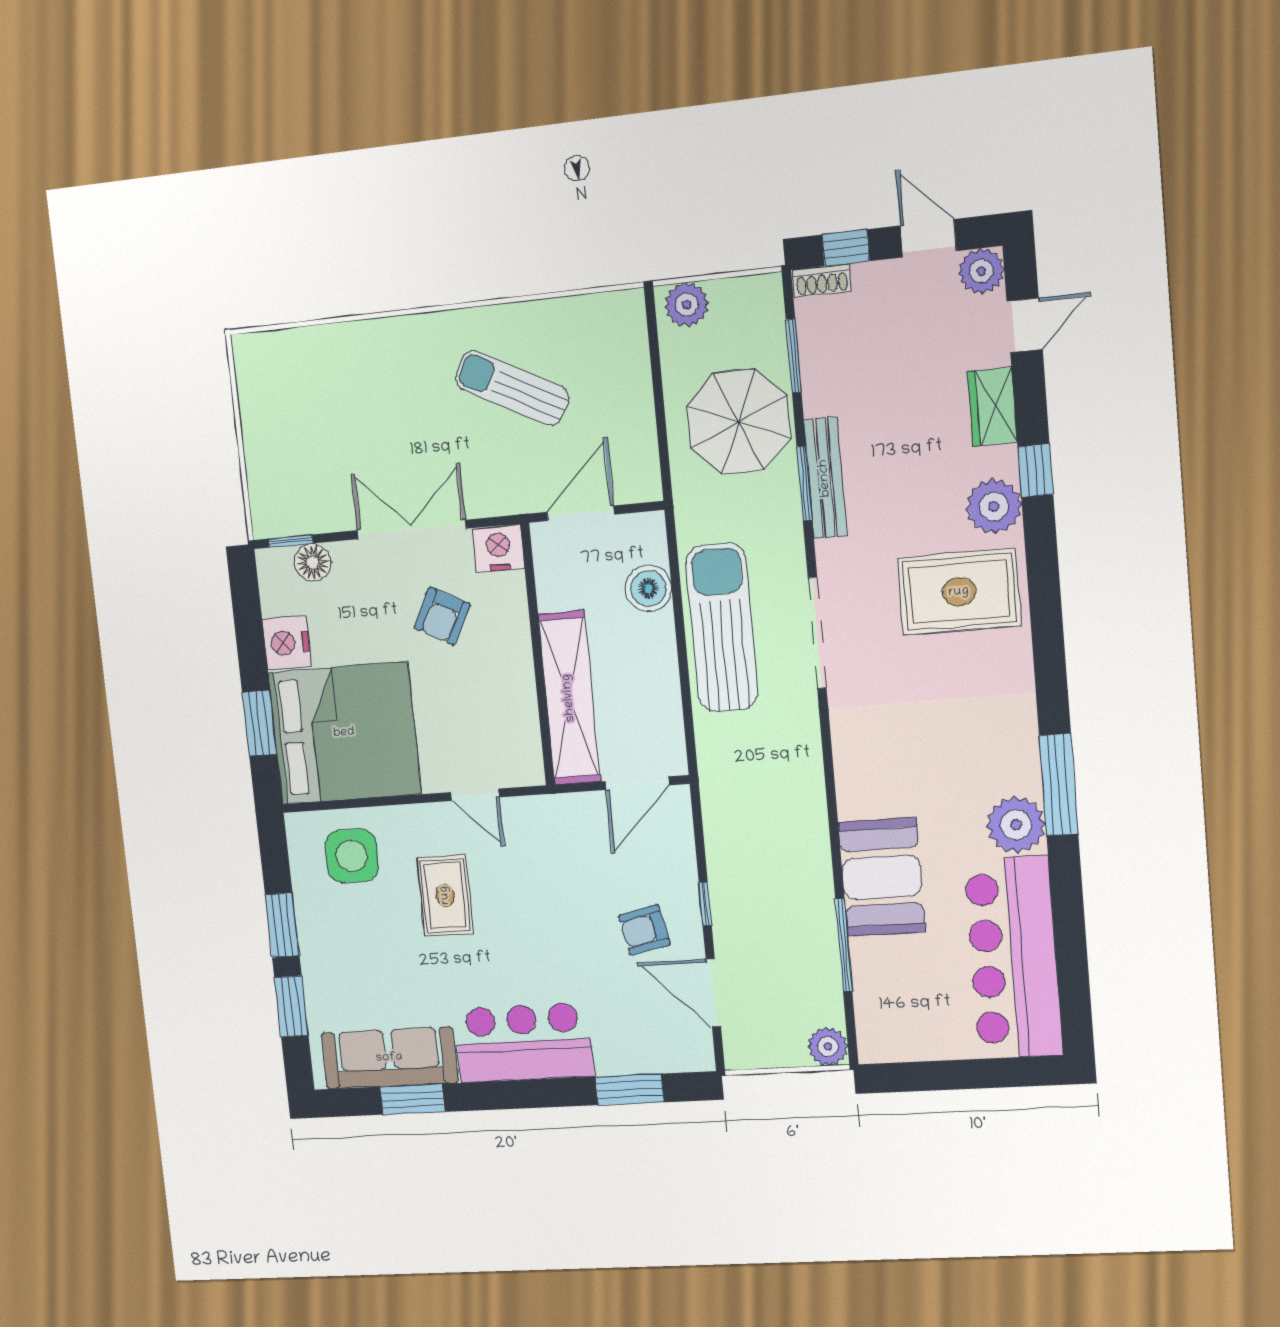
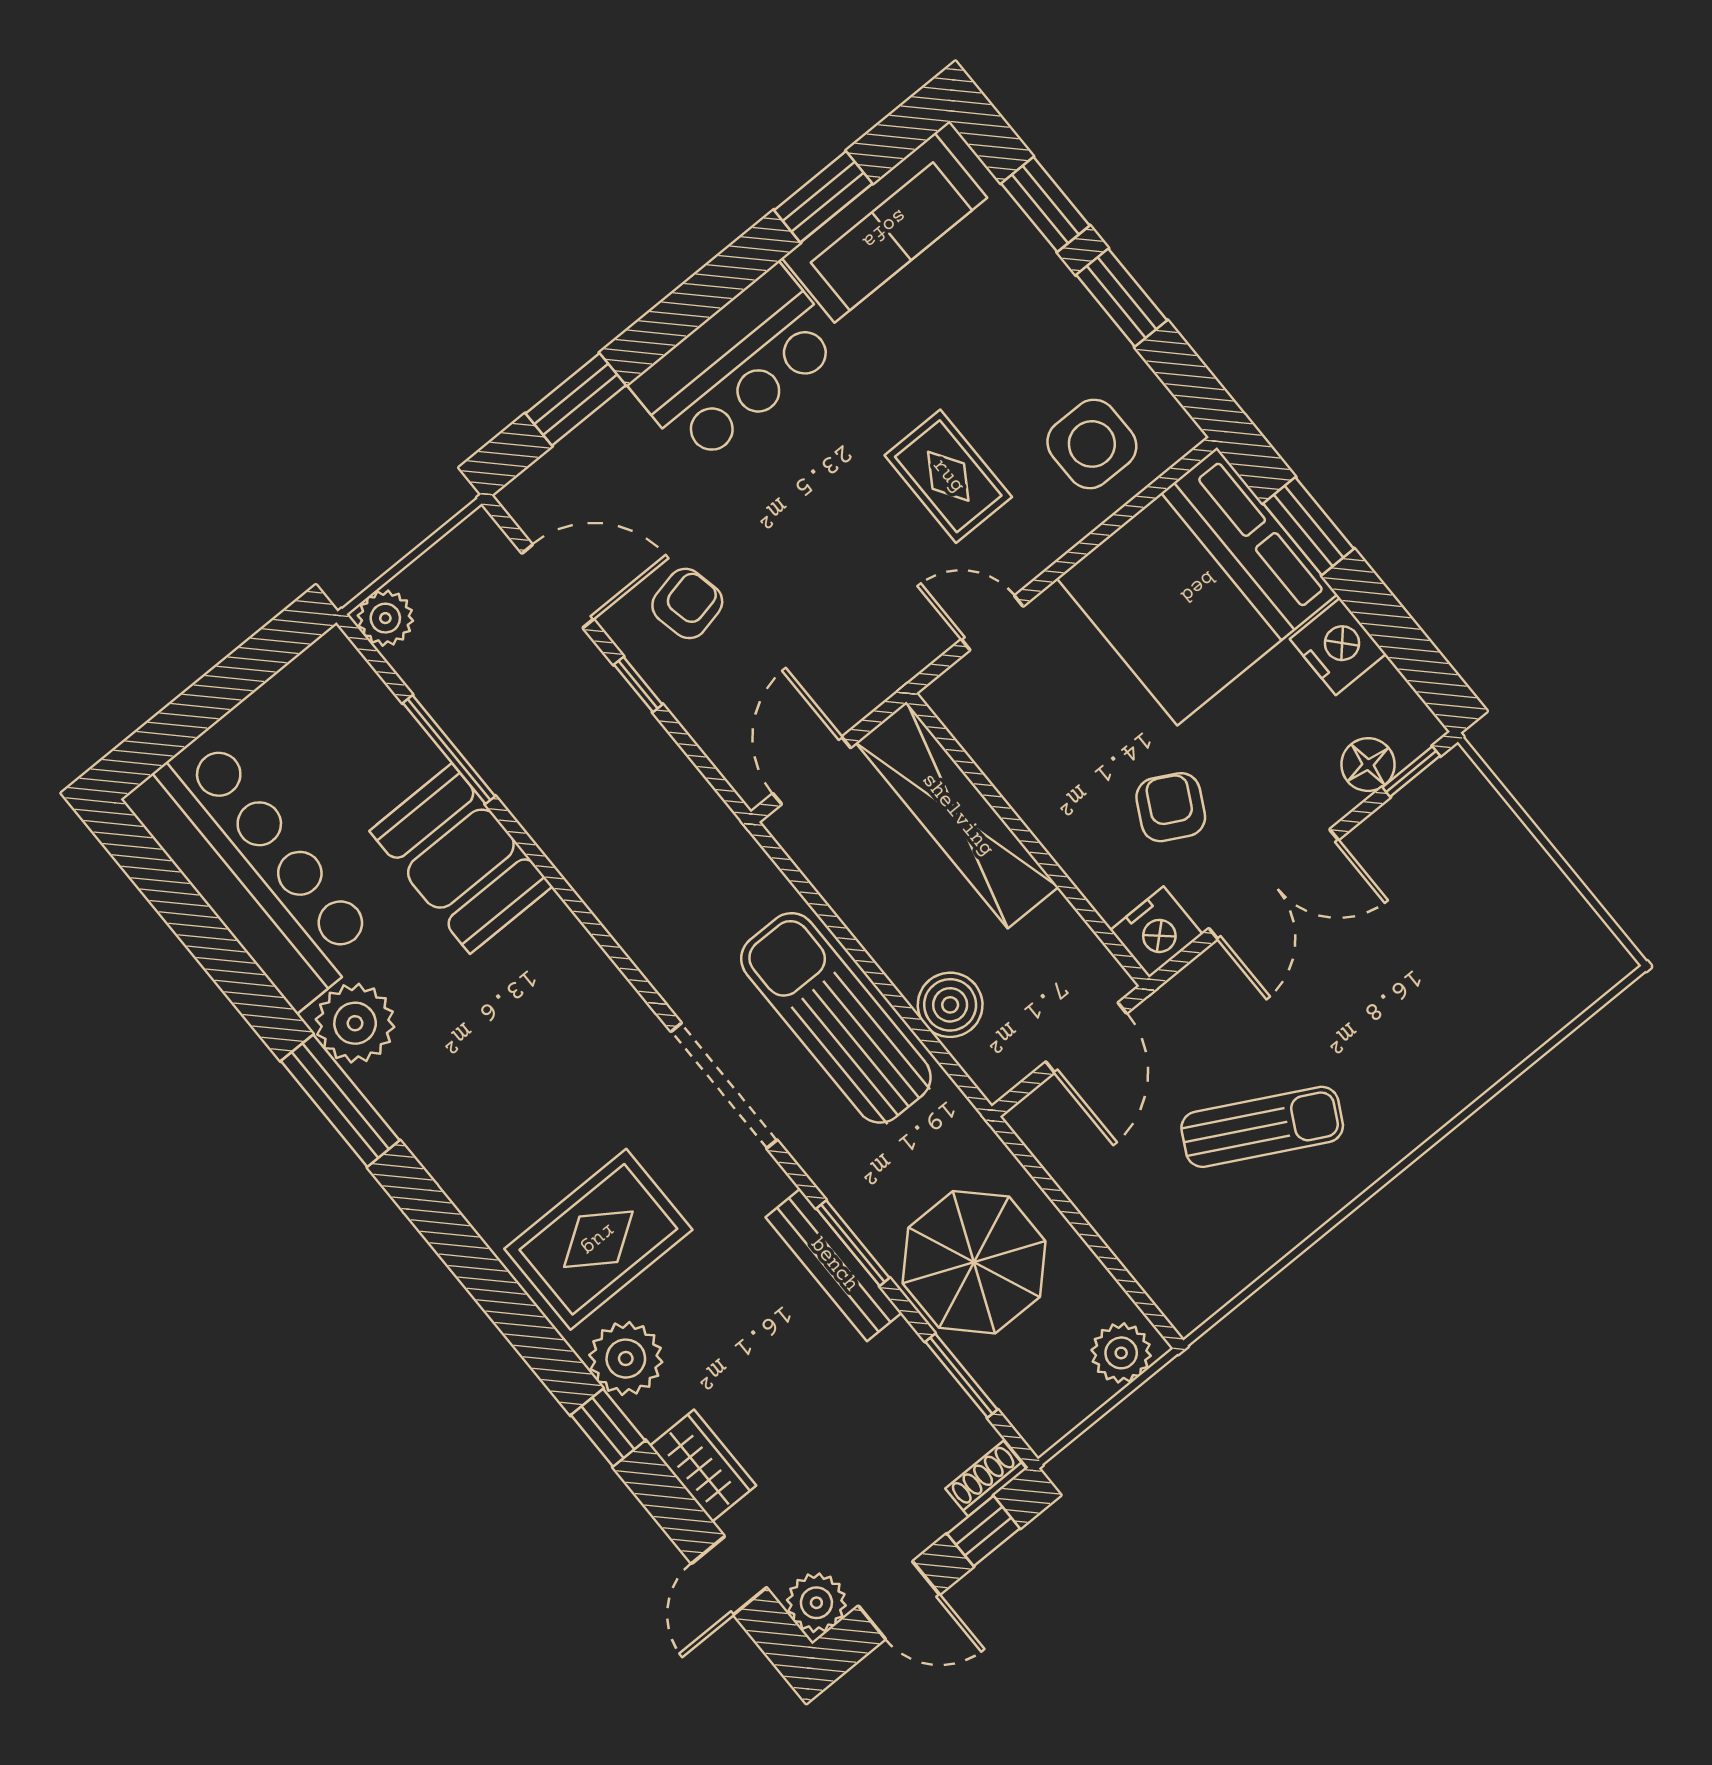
sun lounger: (722, 627) -> (836, 1018), turned 180

